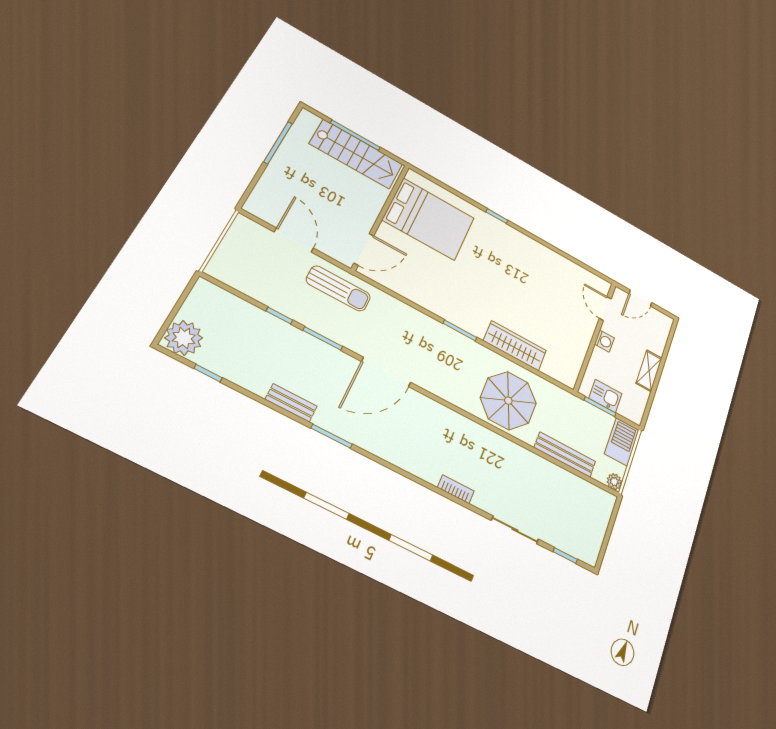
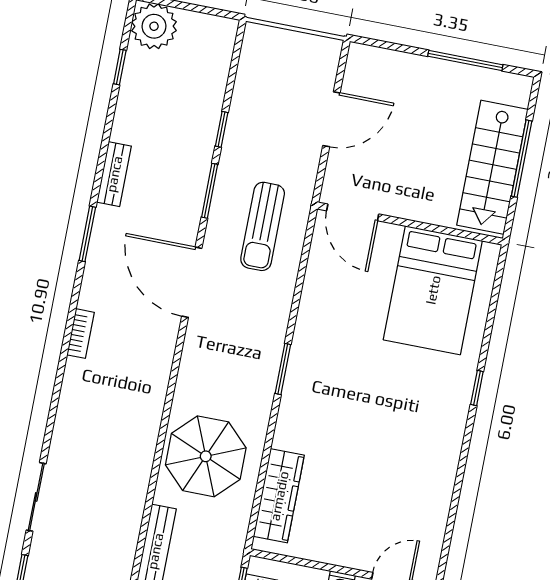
sun lounger: (338, 288) -> (263, 226), moved
wardrobe: (515, 346) -> (279, 496), moved
bookcase: (456, 489) -> (81, 334), moved

